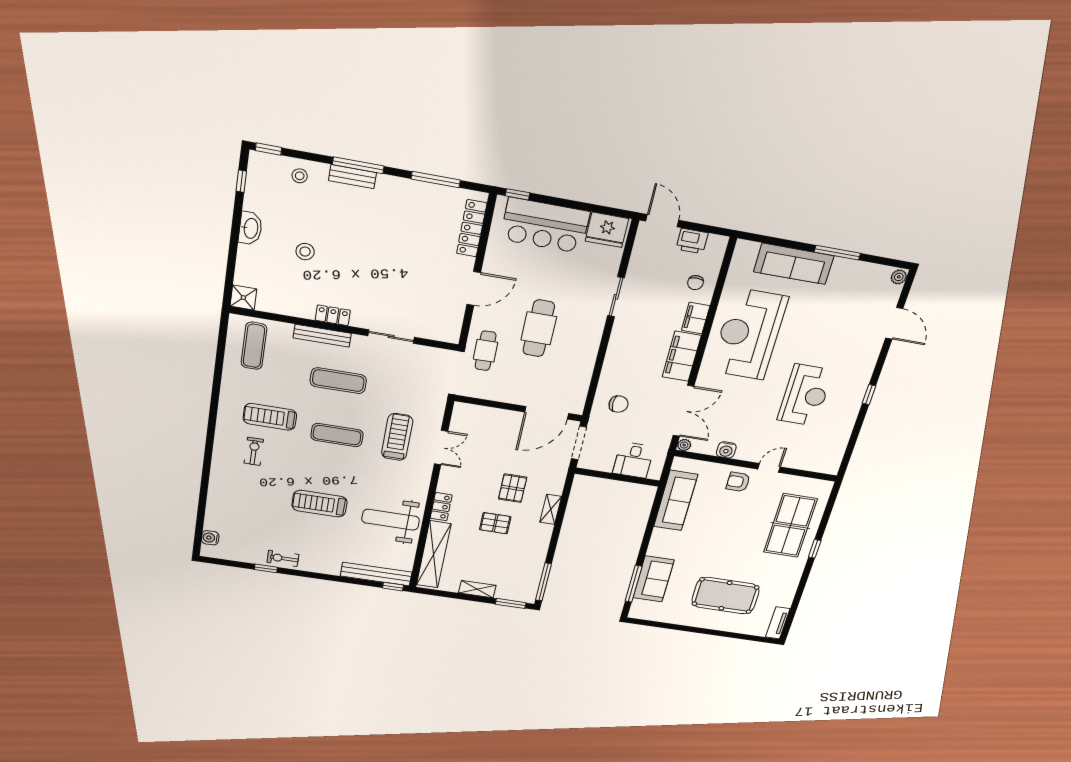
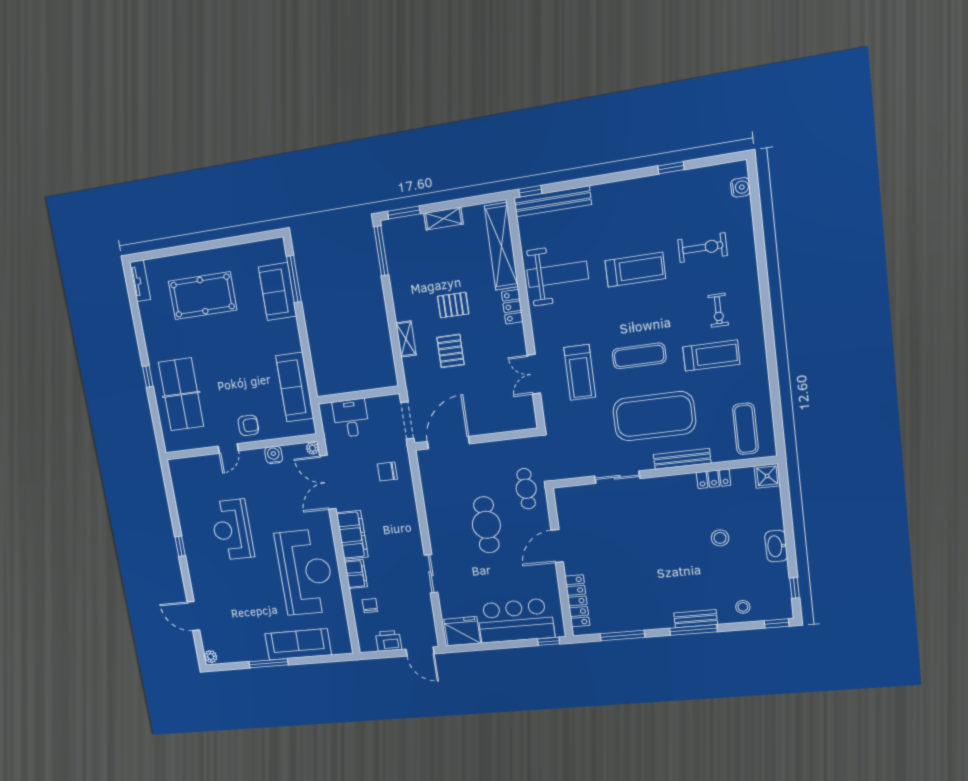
locker: (333, 315) -> (714, 479), moved
exercise mat: (338, 381) -> (654, 416), width x2.00, depth x1.45
exercise bike: (283, 558) -> (703, 248), moved, width x1.38, depth x1.39

